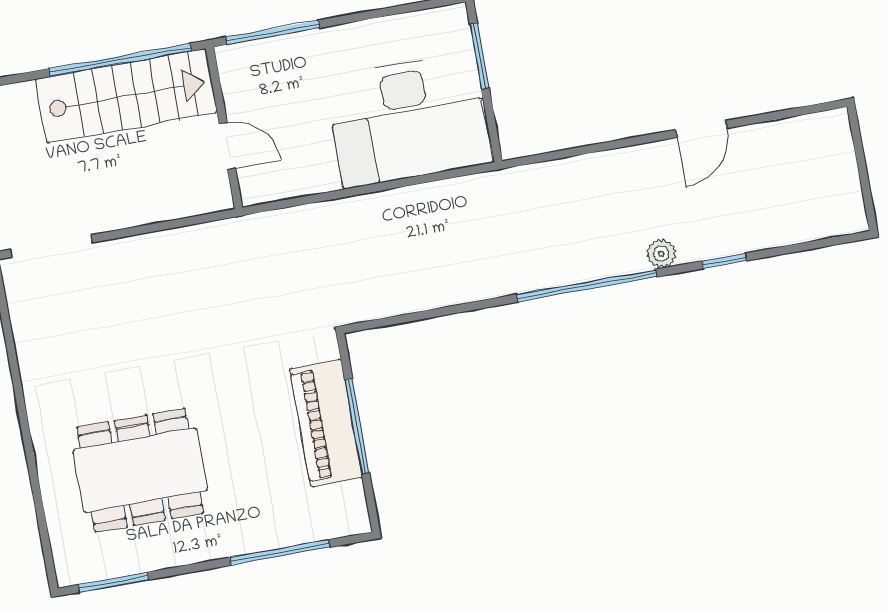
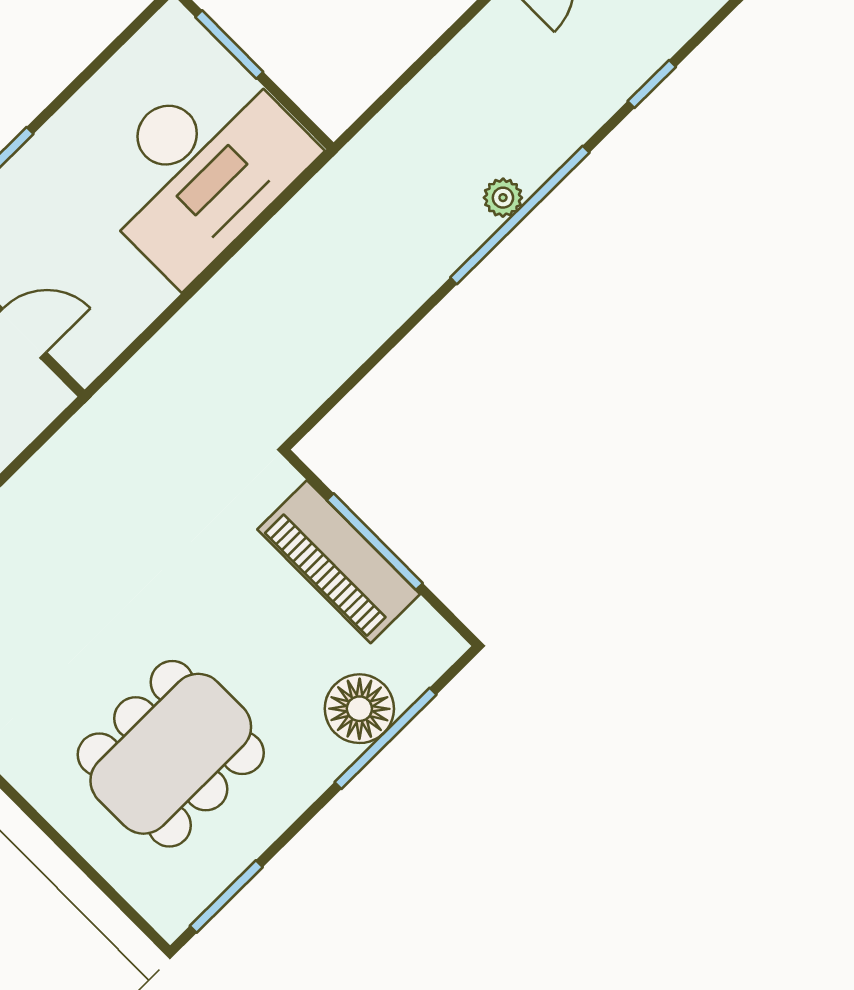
plant: (661, 254) -> (503, 198), moved
floor lamp: (276, 523) -> (359, 709), added

